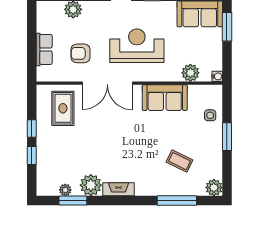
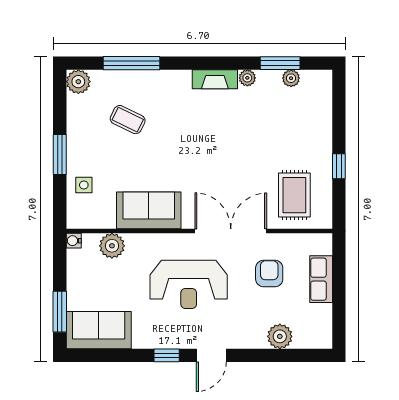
armchair: (81, 53) -> (269, 274), turned -90
window: (32, 156) -> (339, 127), removed
plant: (91, 185) -> (247, 78), width x0.53, depth x0.53

